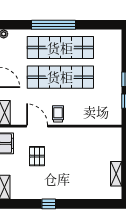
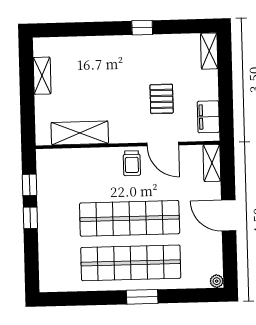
window: (53, 25) -> (142, 297), width x0.47
shelving: (92, 135) -> (80, 133), added

